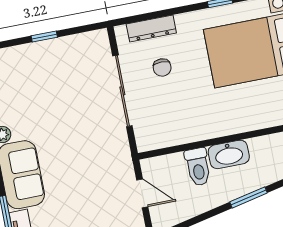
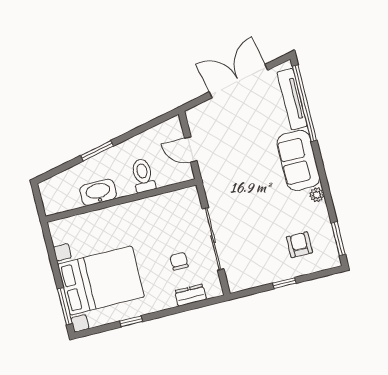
dresser: (151, 29) -> (190, 295), width x0.70
armchair: (25, 79) -> (299, 245), added
washbasin: (229, 154) -> (98, 192), moved

